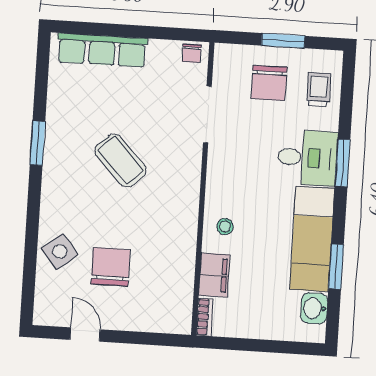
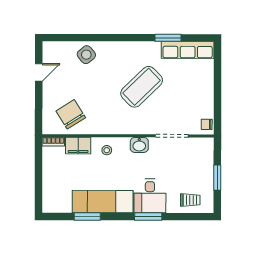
row of seats: (102, 50) -> (188, 50), moved, turned -90
chair: (269, 83) -> (192, 171), removed
window: (38, 143) -> (168, 38), moved
coffee table: (120, 160) -> (142, 87), width x1.36, depth x1.32
chair: (110, 267) -> (71, 114), moved, turned -122
washbasin: (314, 308) -> (139, 145), moved, turned 180

